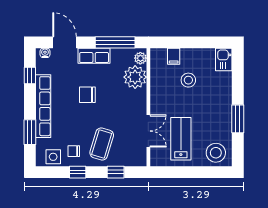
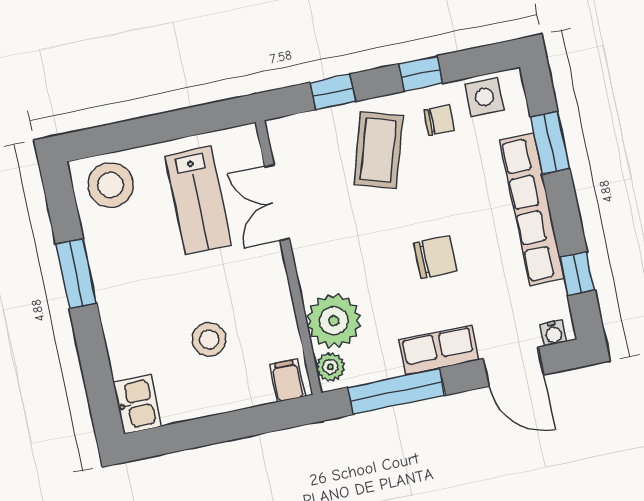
filing cabinet: (174, 56) -> (287, 380), moved

